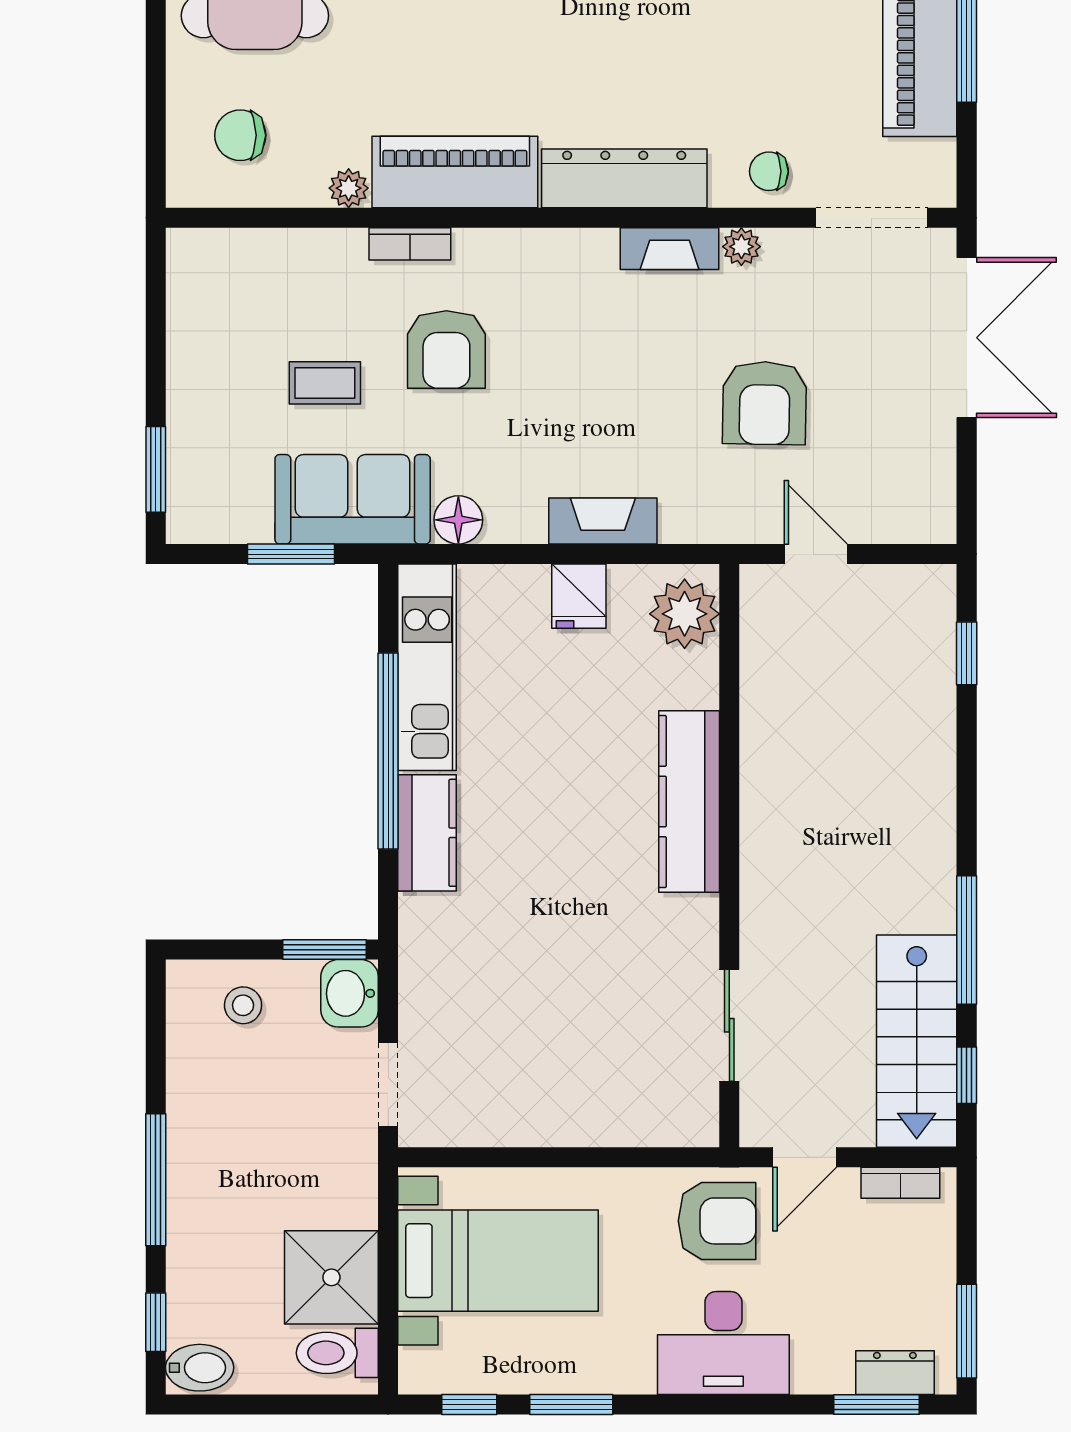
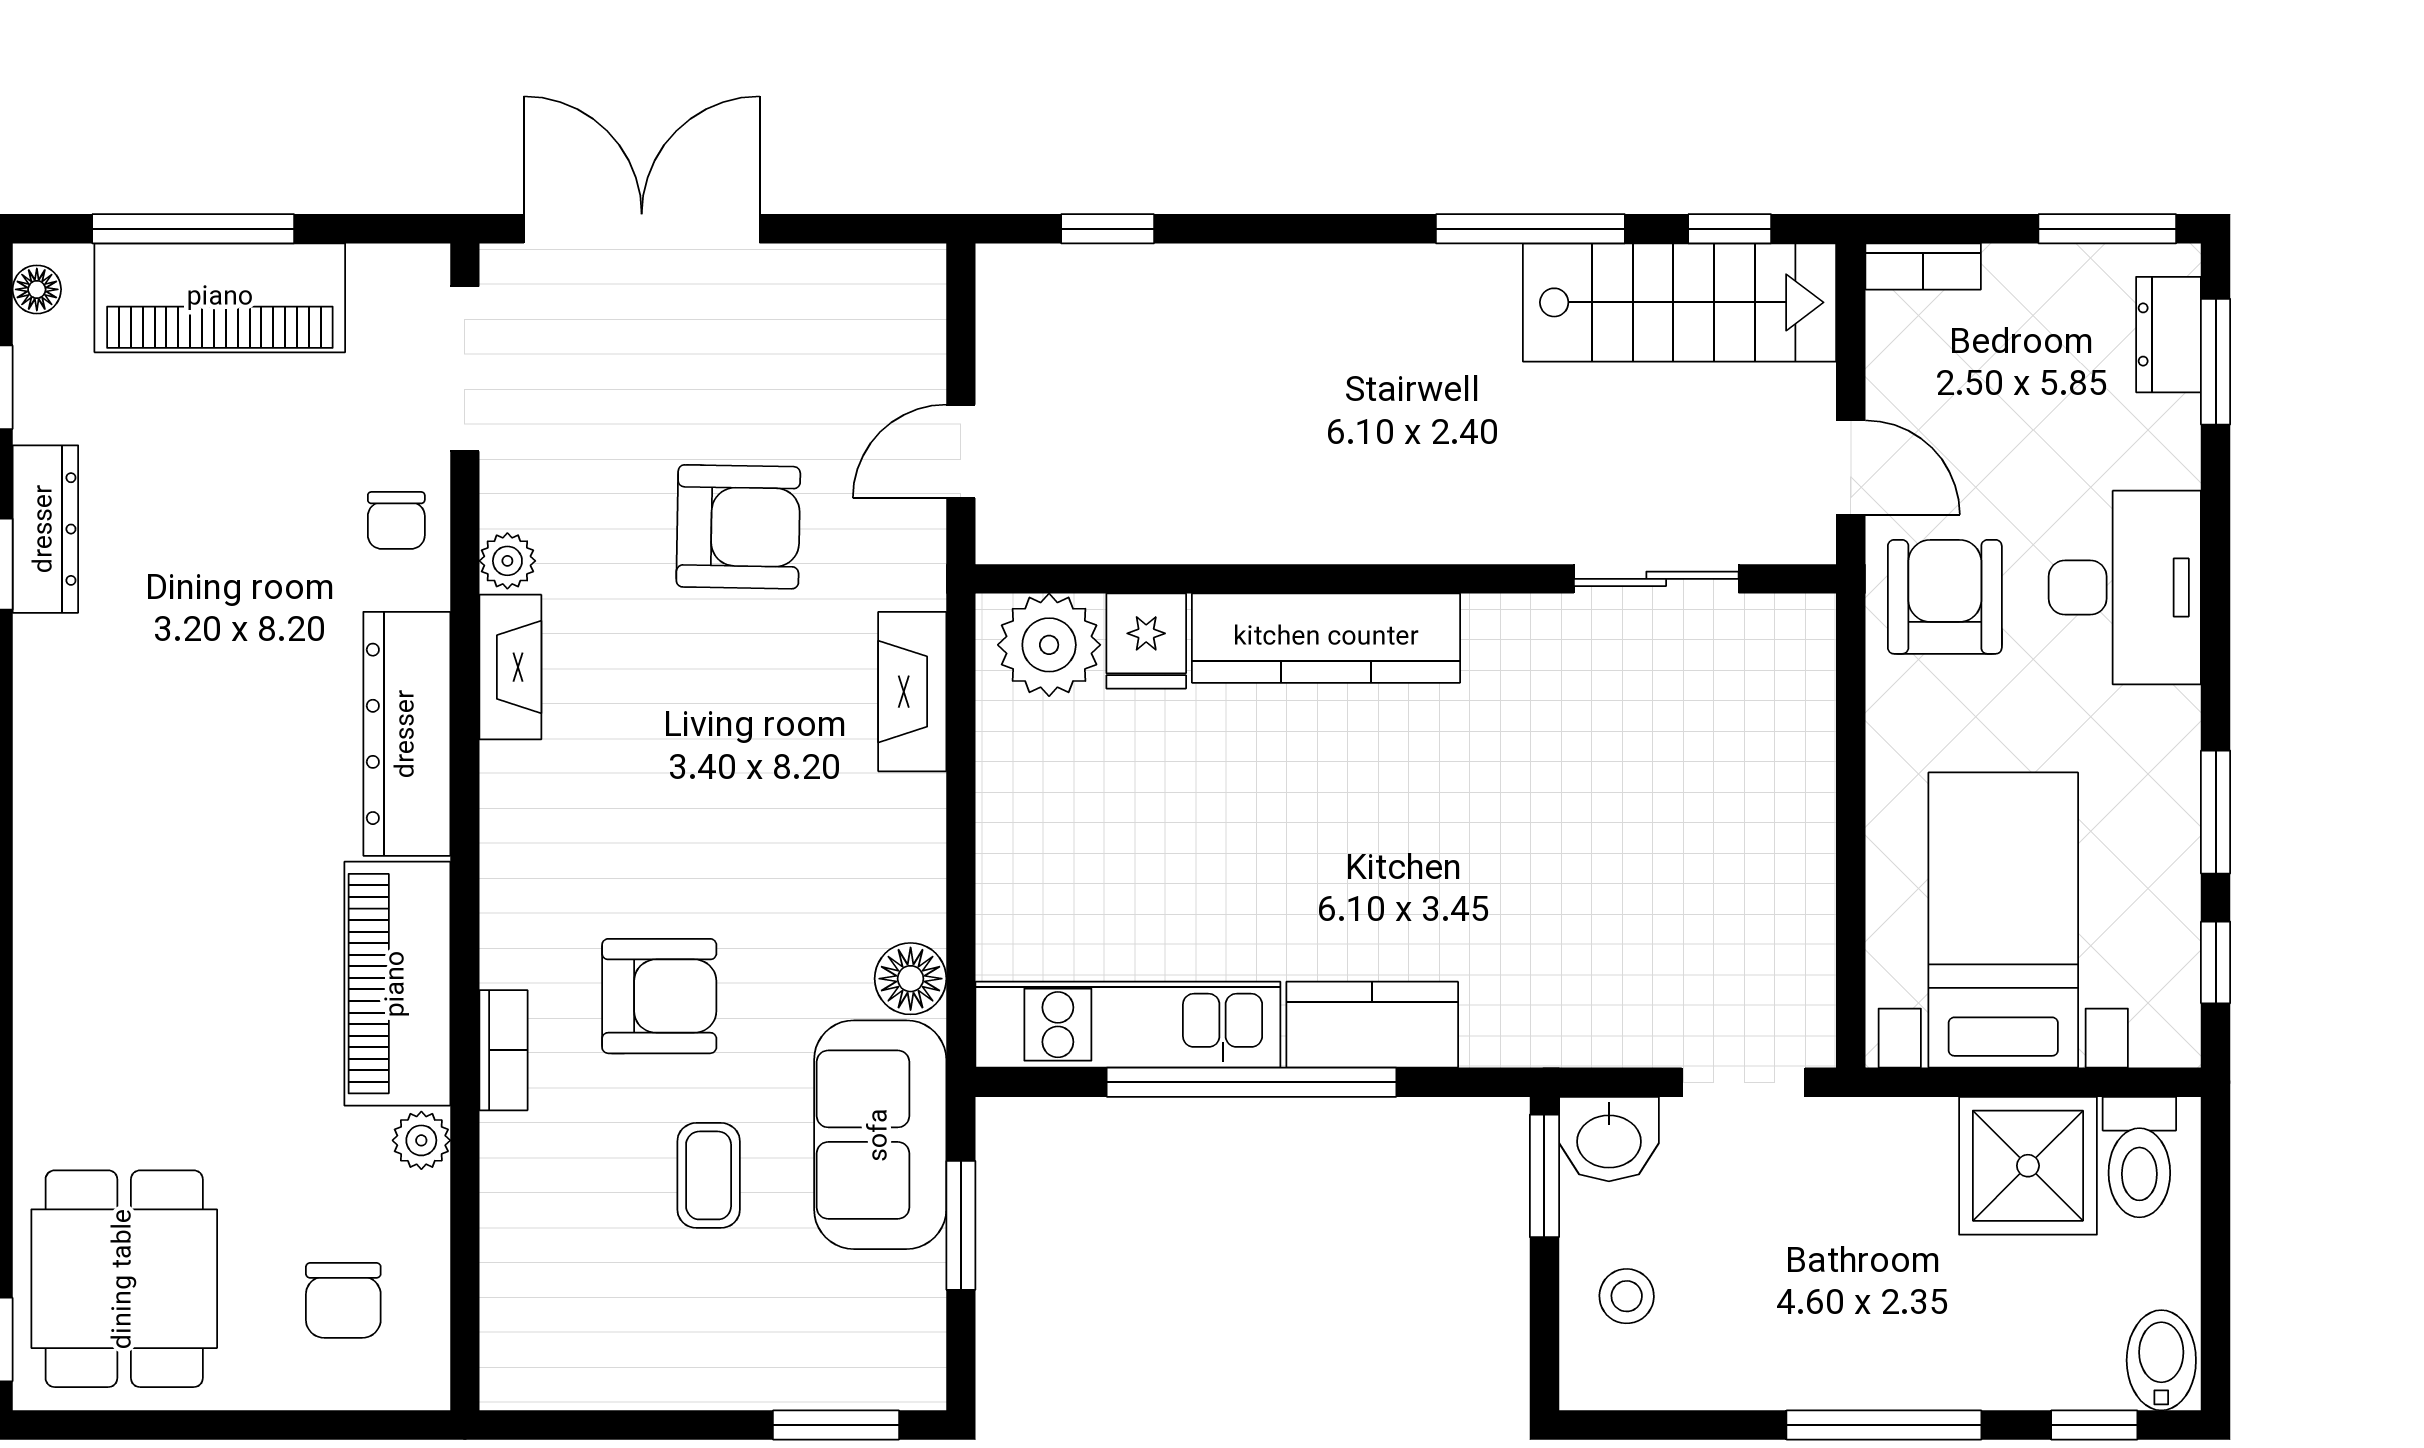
fireplace: (603, 521) -> (912, 692), moved
fridge: (579, 596) -> (1146, 641), moved, turned 90
bookcase: (900, 1183) -> (1923, 266), moved, turned 90

